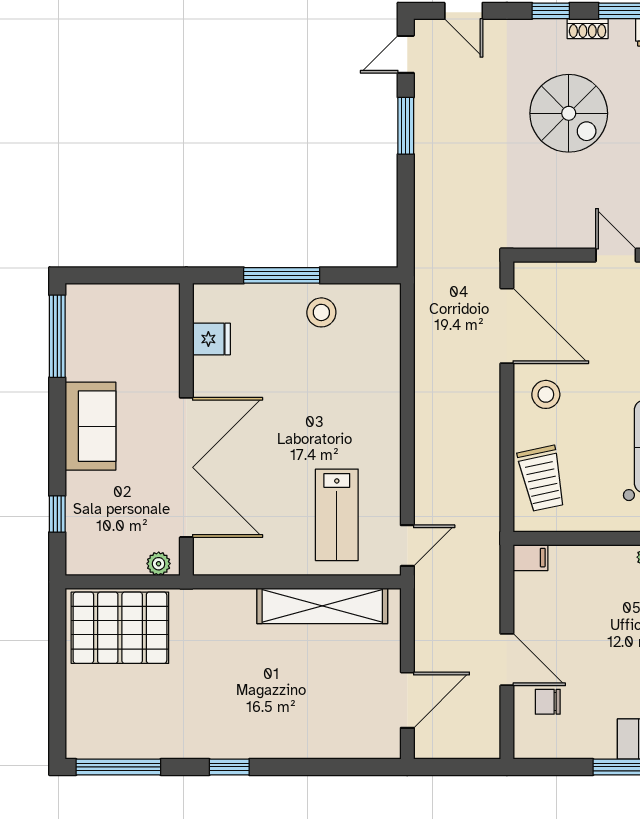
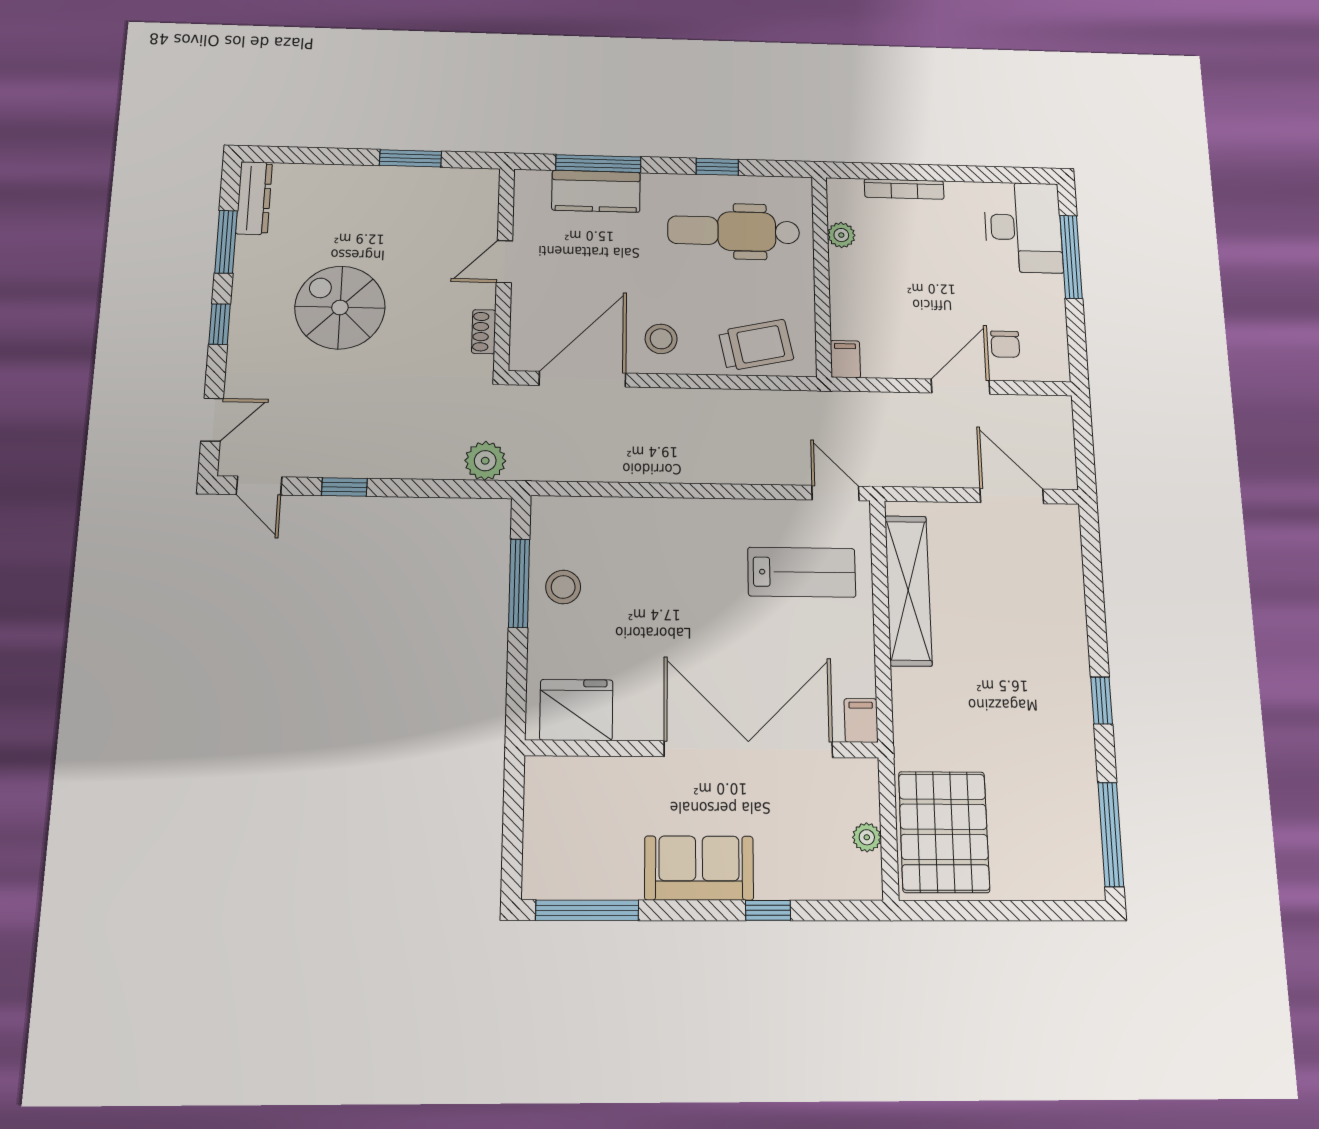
shoe rack: (588, 29) -> (484, 332), moved, turned 180
spiral stairs: (569, 113) -> (340, 307), turned -90
window: (406, 126) -> (344, 487), width x0.67
plant: (431, 244) -> (485, 461), added
window: (282, 275) -> (519, 583), moved
fridge: (211, 339) -> (576, 710), width x1.88, depth x1.34
window: (57, 514) -> (768, 910), moved
filing cabinet: (211, 562) -> (861, 720), added
plant: (159, 564) -> (867, 837), moved

